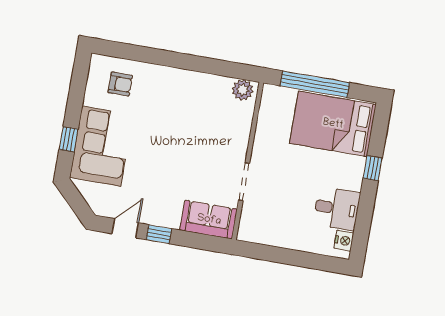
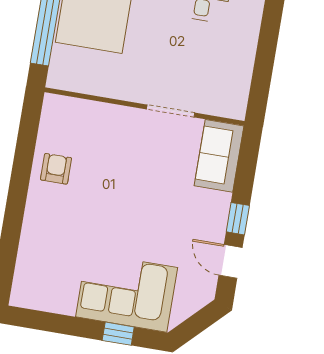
armchair: (120, 84) -> (56, 169), moved
plant: (243, 90) -> (54, 113), removed

